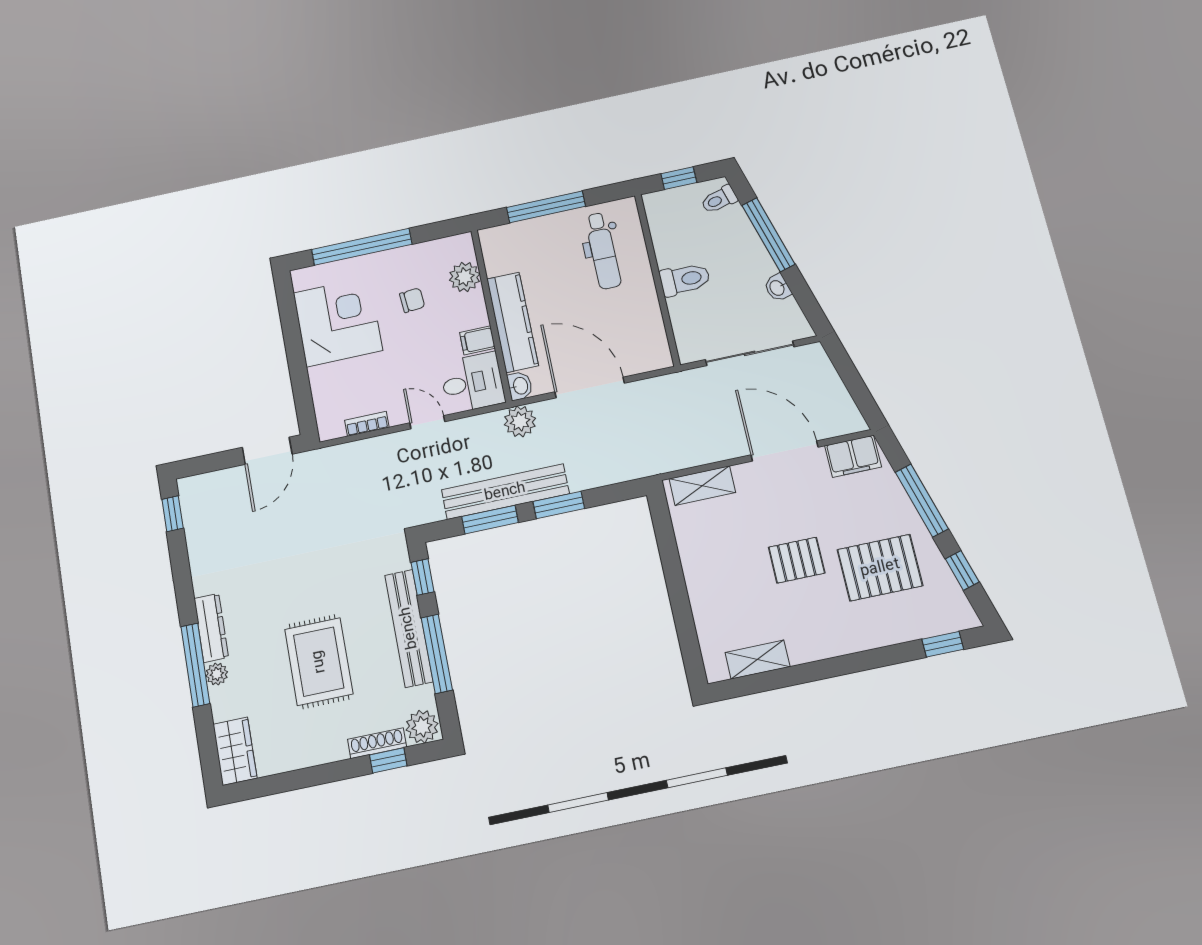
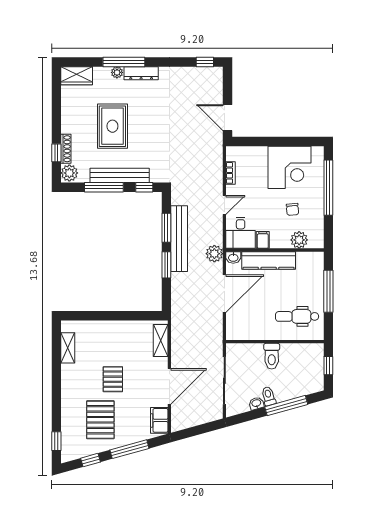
toilet: (719, 199) -> (269, 396), moved
rug: (319, 662) -> (112, 126), turned 90

